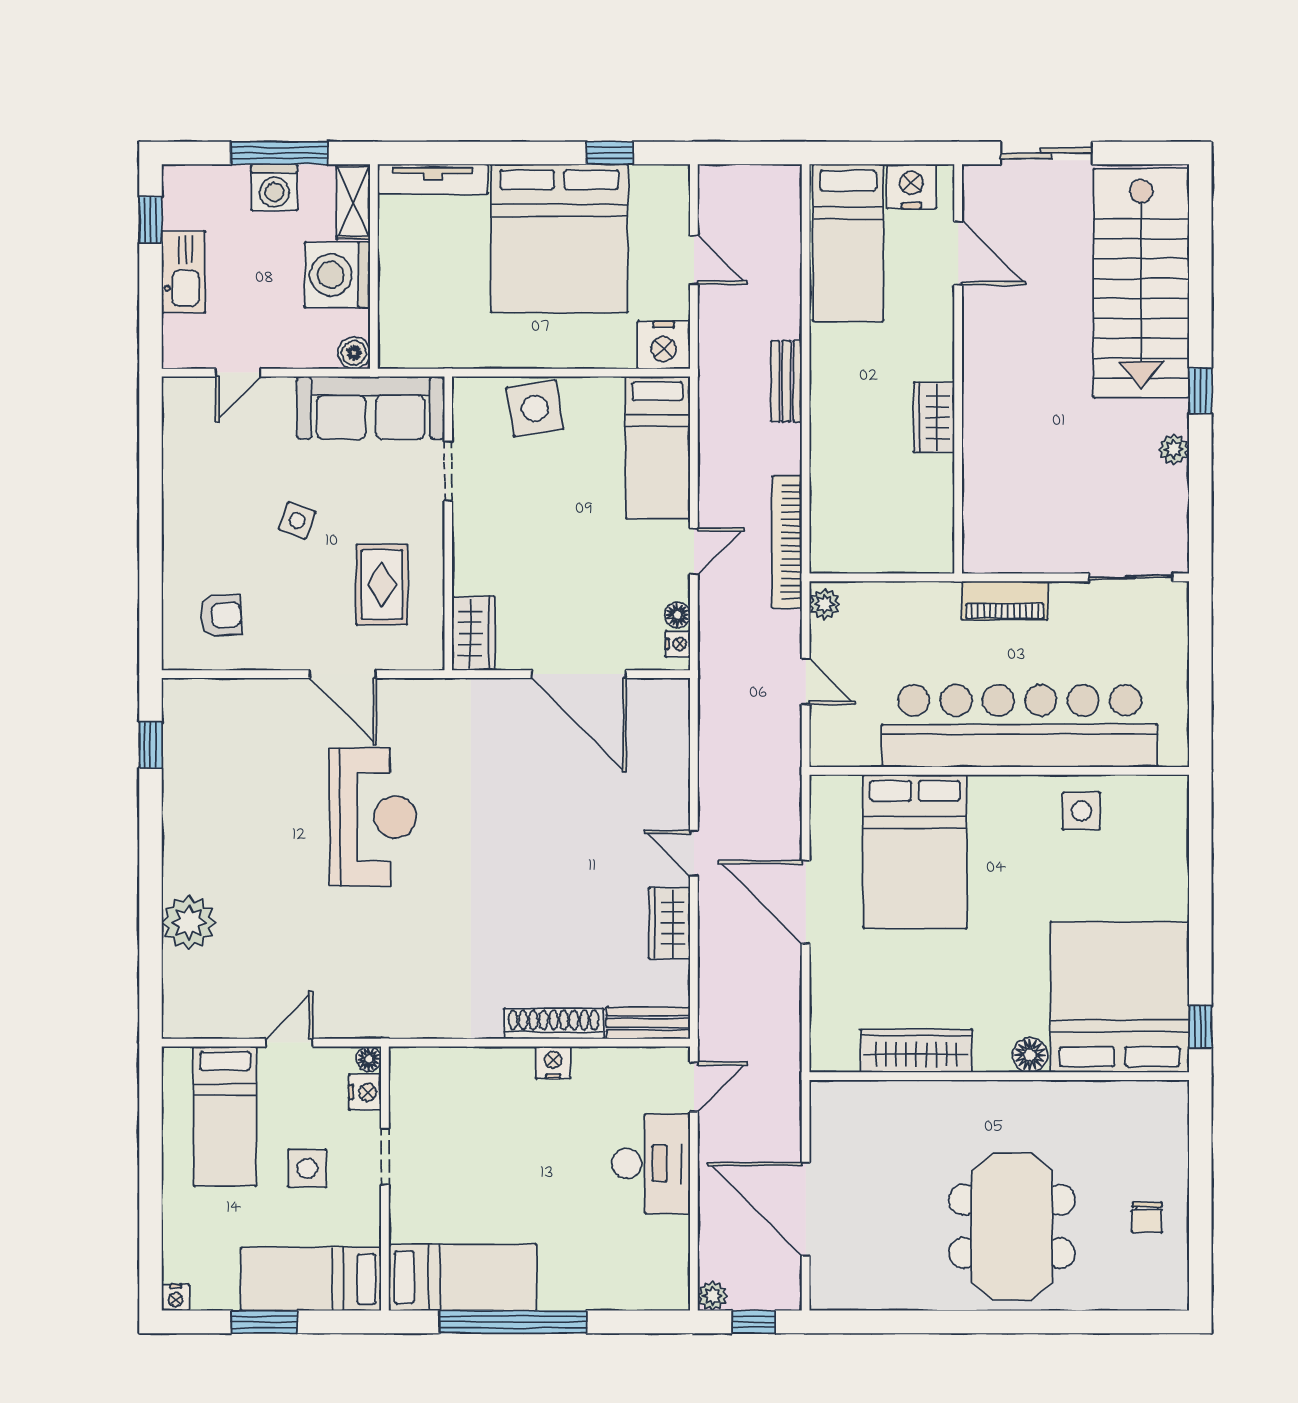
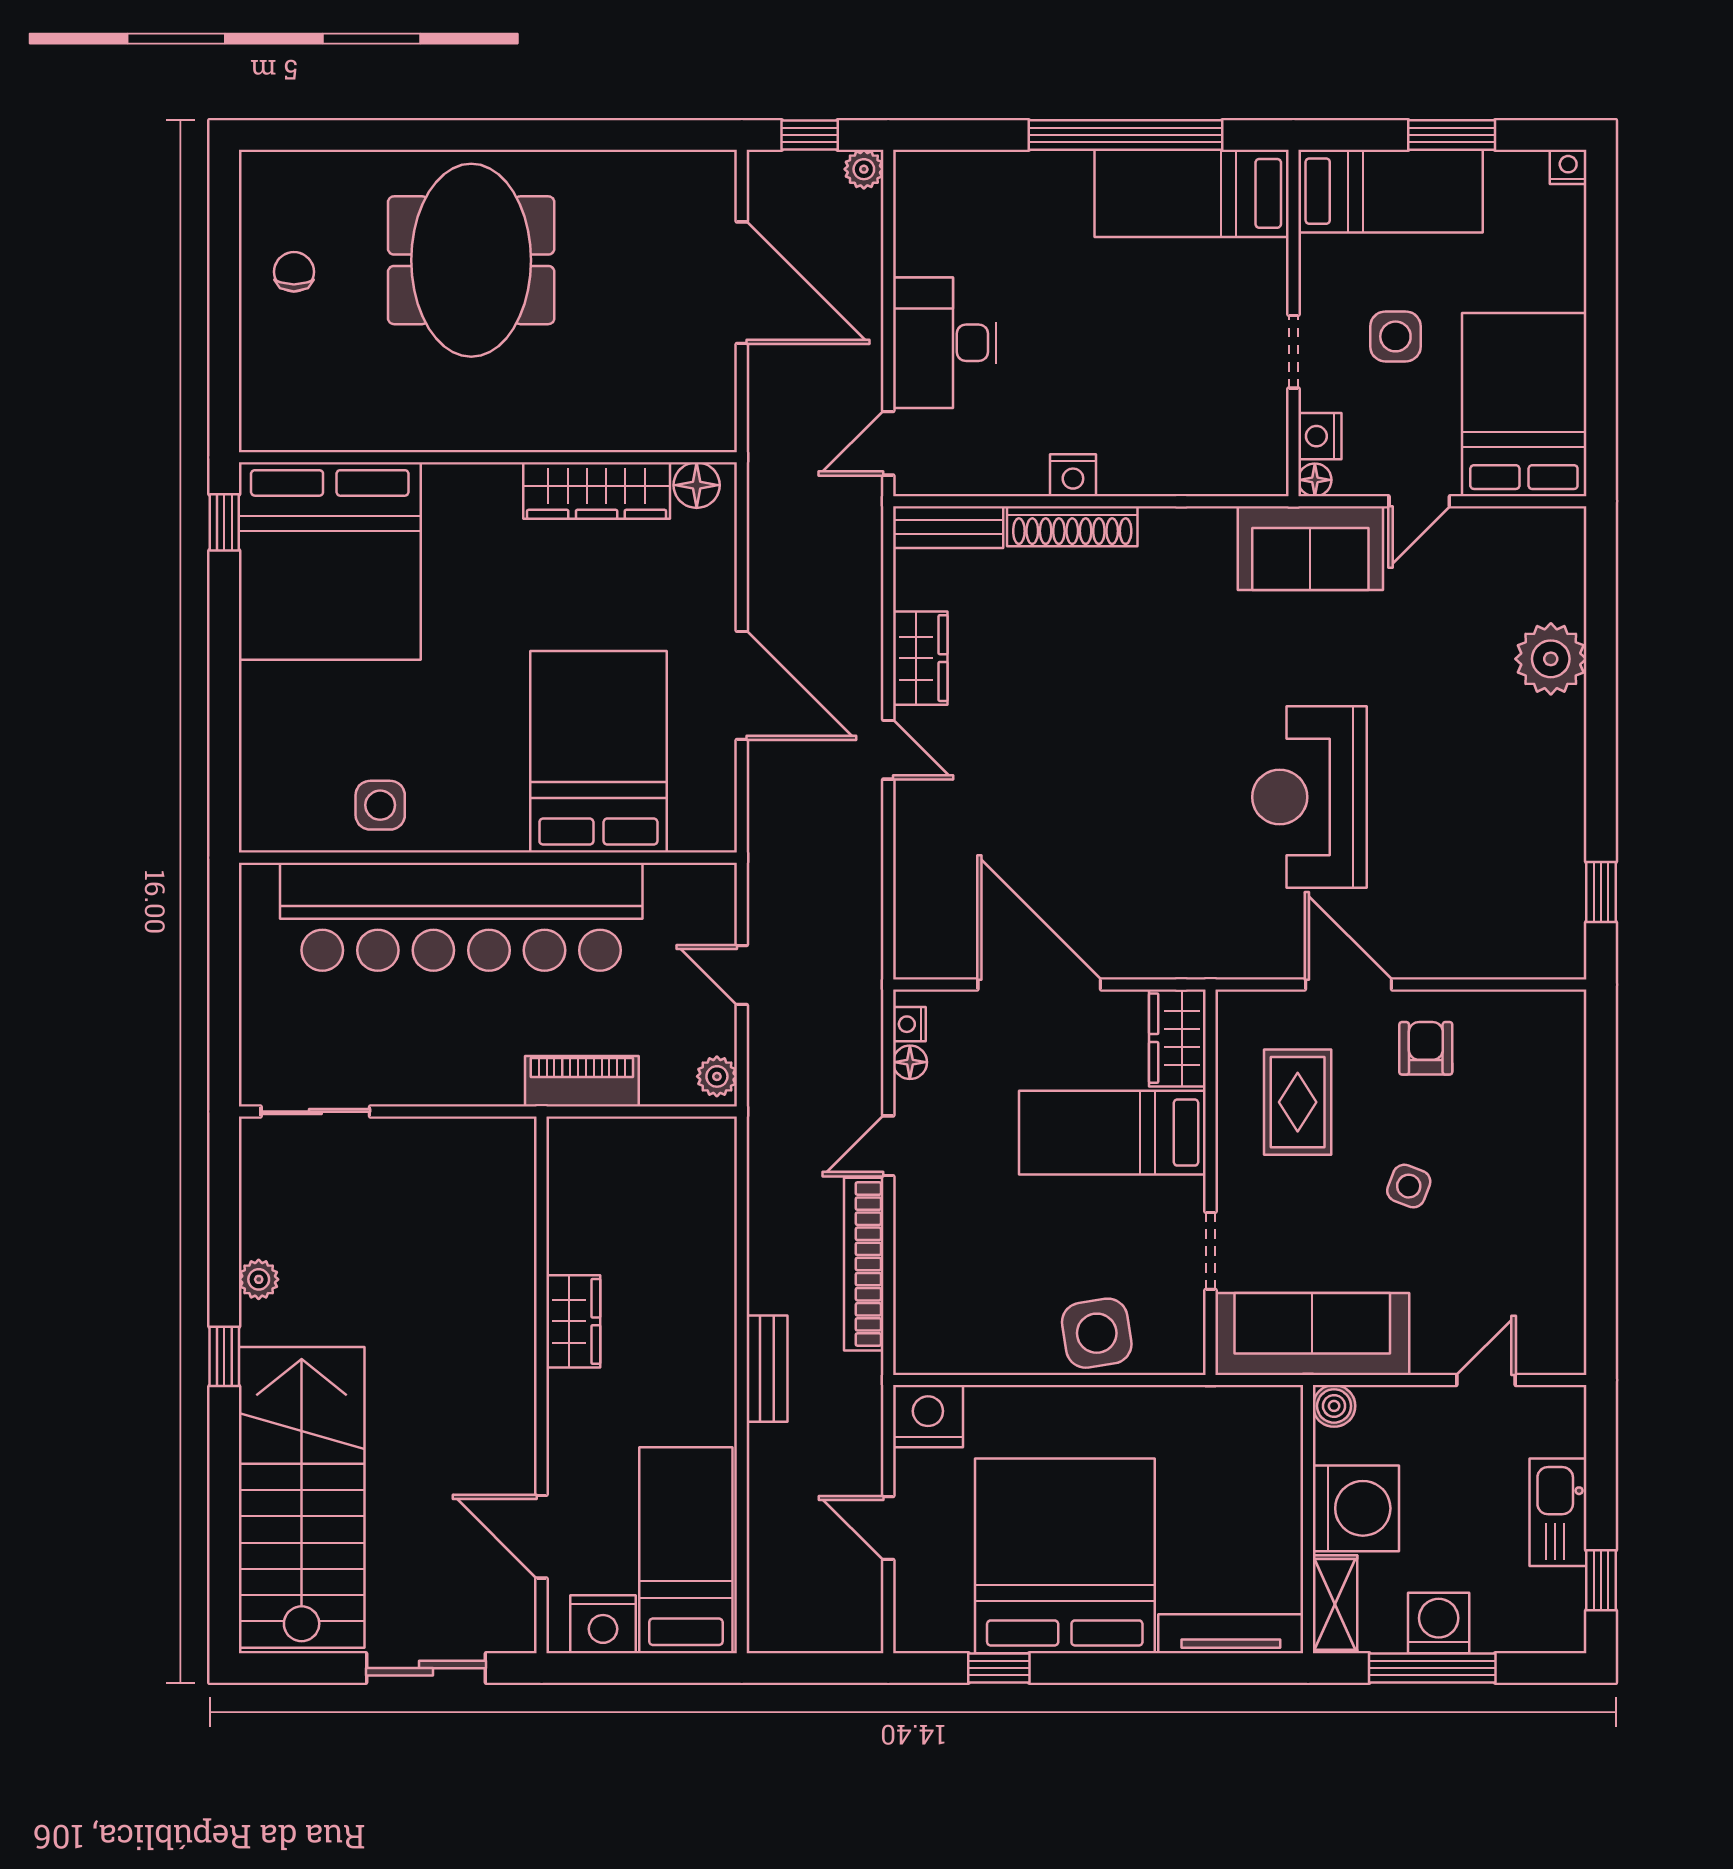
bed: (658, 447) -> (1112, 1133), moved, turned -90
bookcase: (787, 542) -> (864, 1264), moved, turned 180
piano: (1005, 600) -> (582, 1081), moved
armchair: (221, 615) -> (1426, 1048), moved, turned 94
sofa: (372, 1007) -> (1310, 548), added
floor lamp: (1030, 1055) -> (697, 485), moved
bed: (225, 1116) -> (1524, 405), width x1.50

